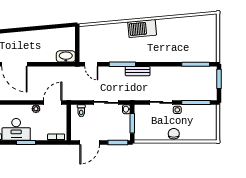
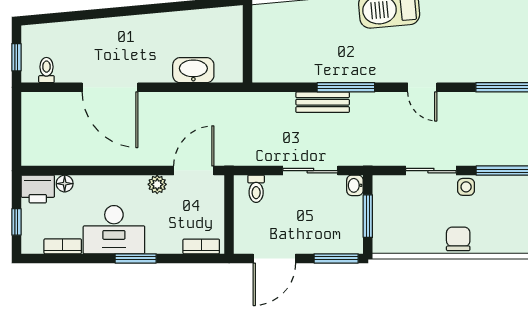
washbasin: (66, 56) -> (193, 70), moved
door: (91, 64) -> (422, 87), moved
bench: (138, 71) -> (323, 102), moved

